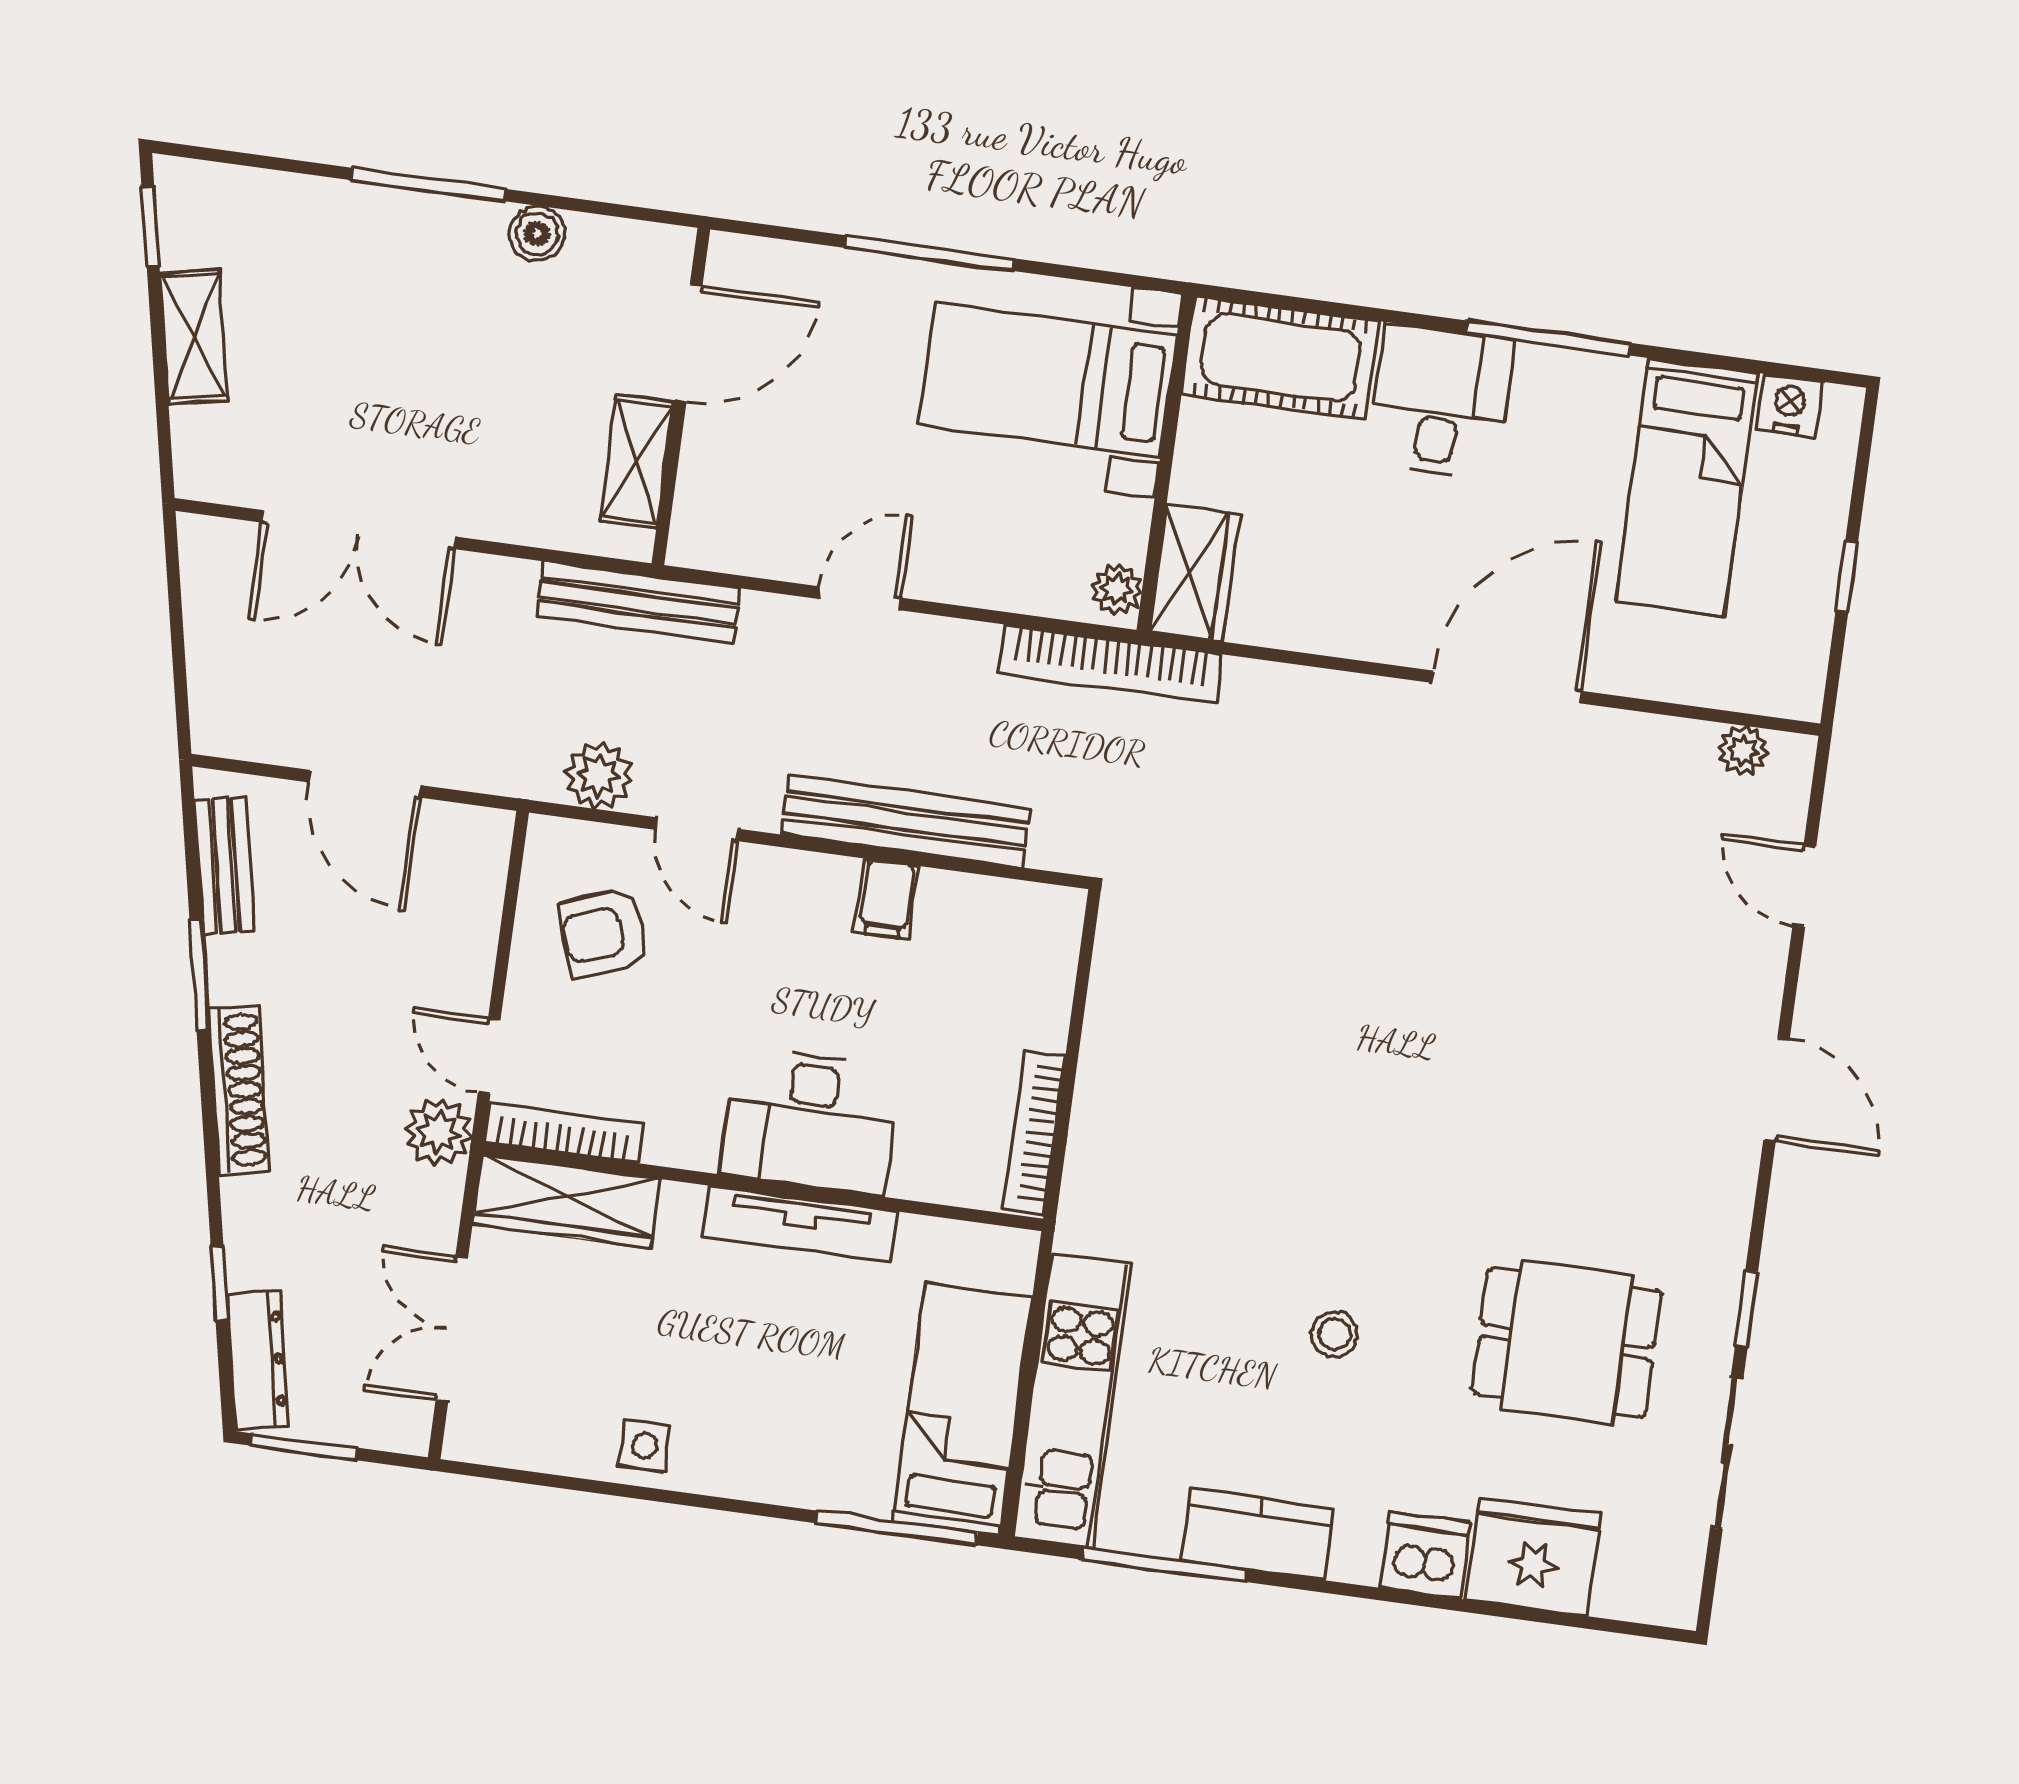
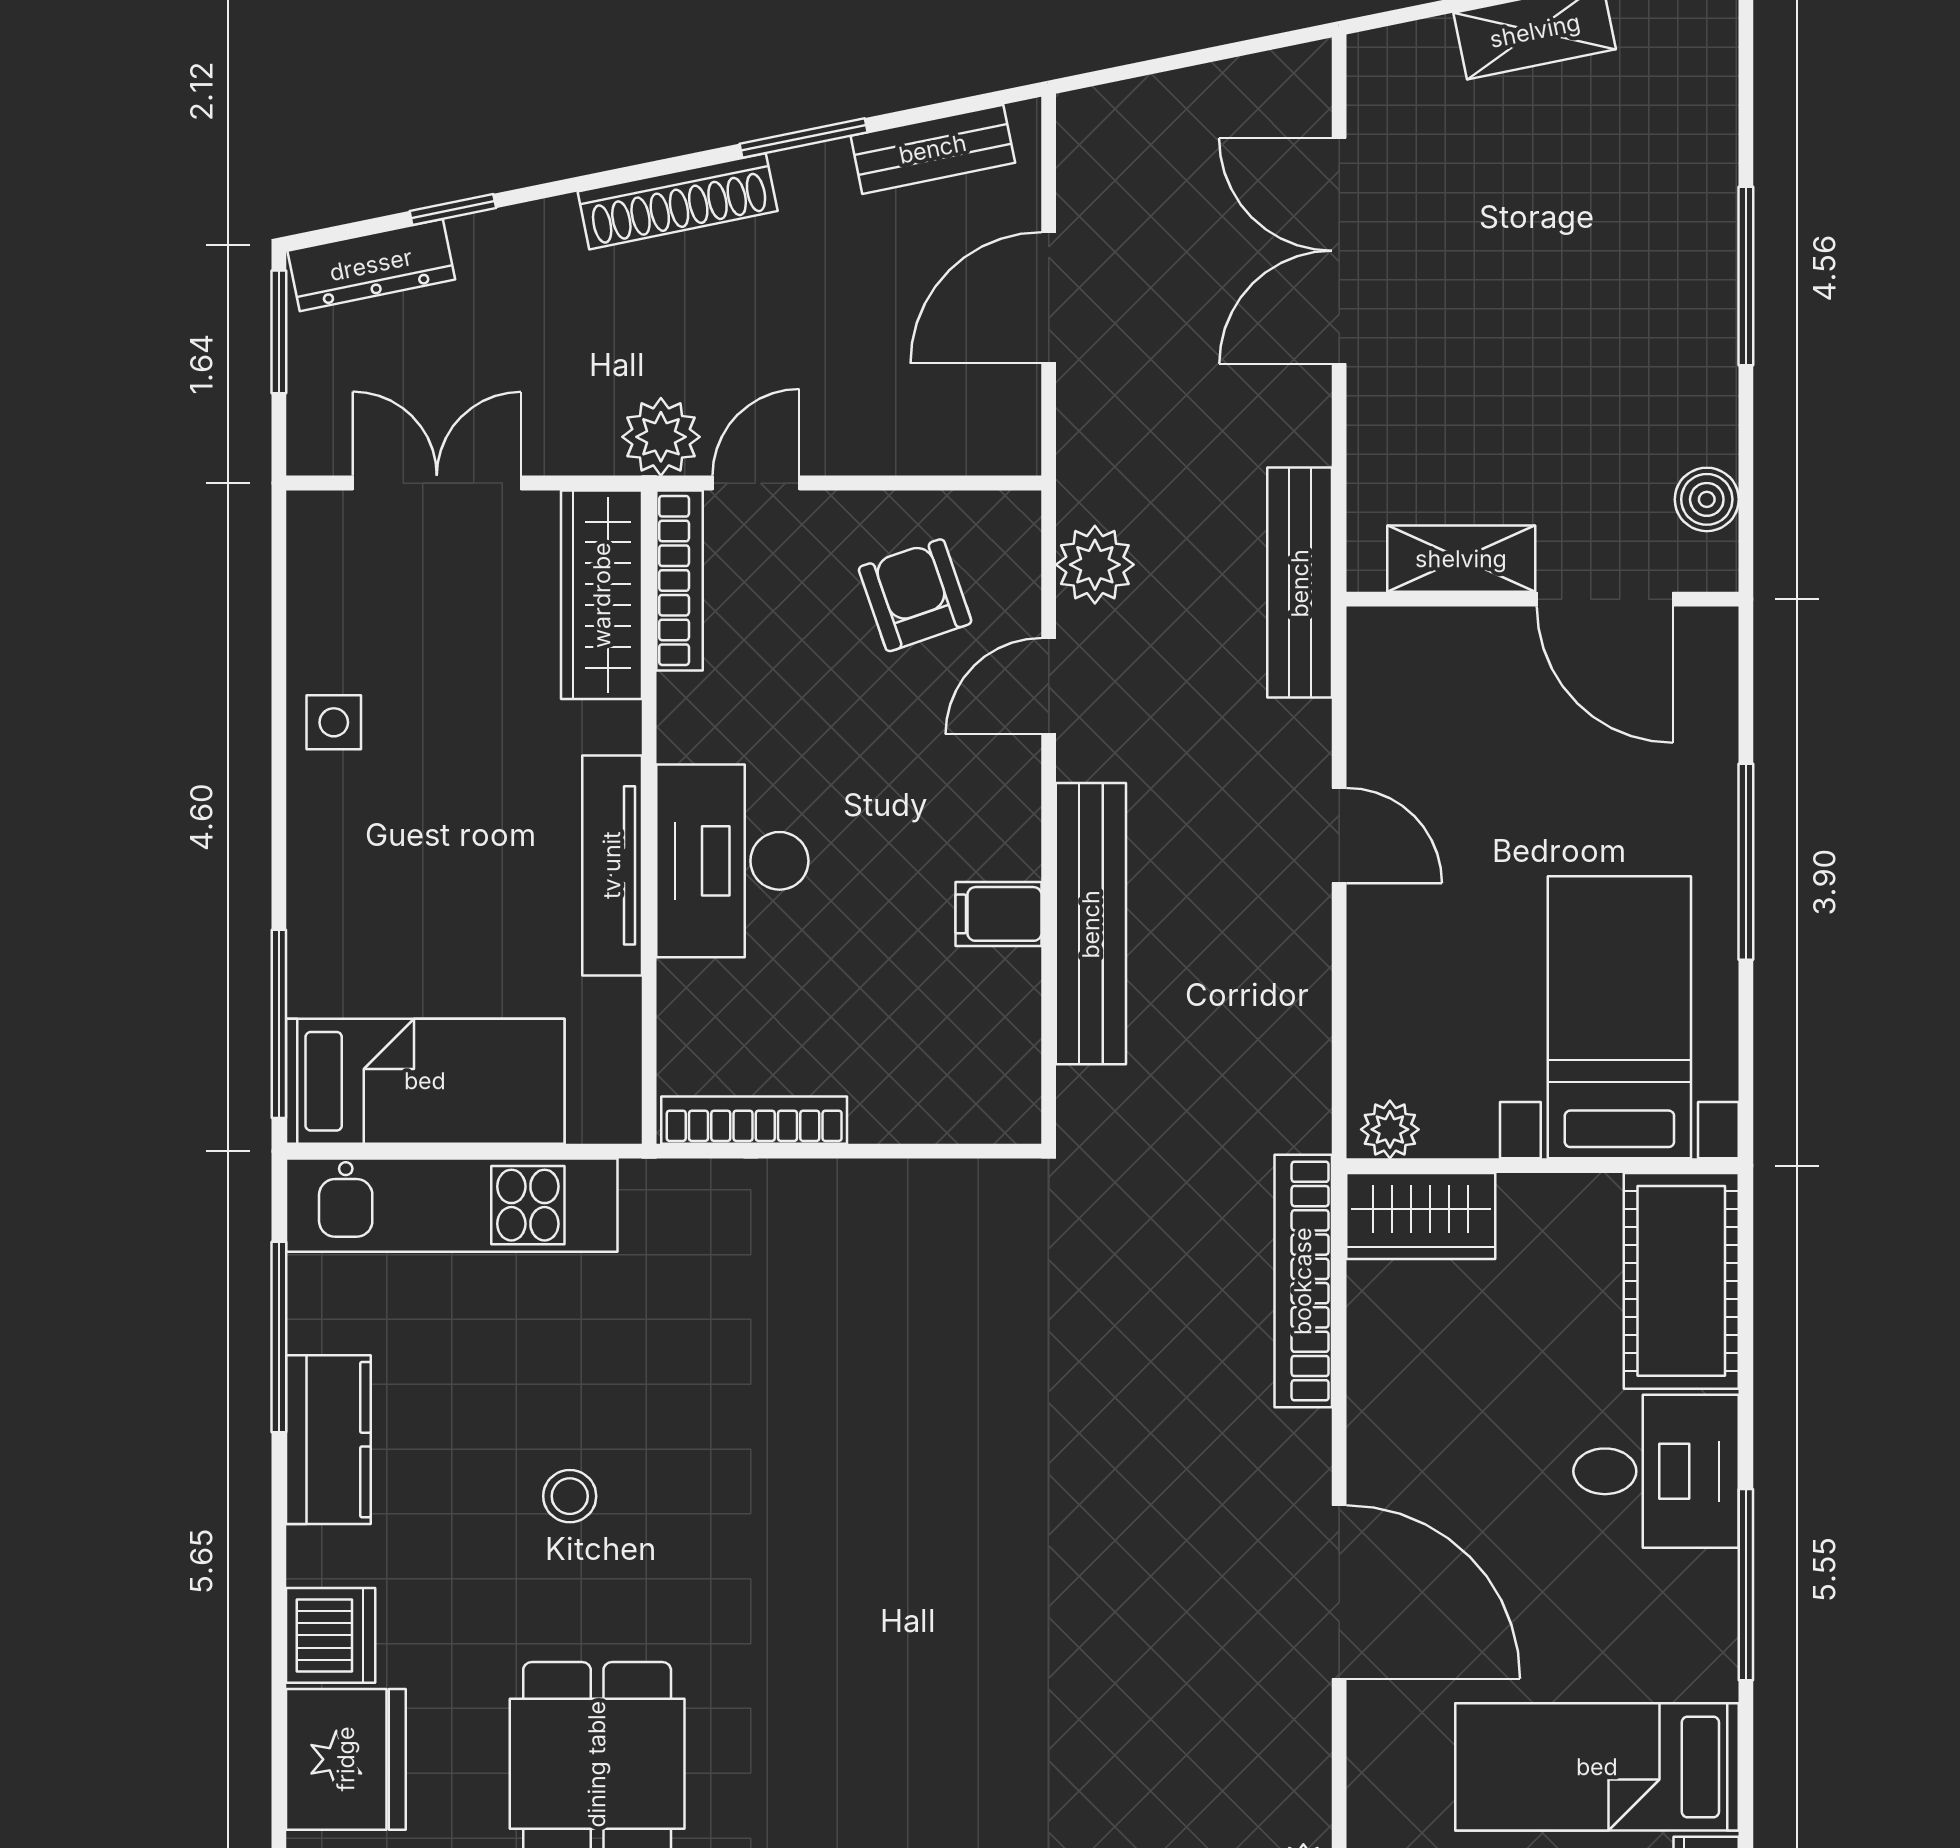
boiler: (537, 234) -> (1707, 499), moved
bookcase: (1110, 664) -> (1303, 1281), moved

